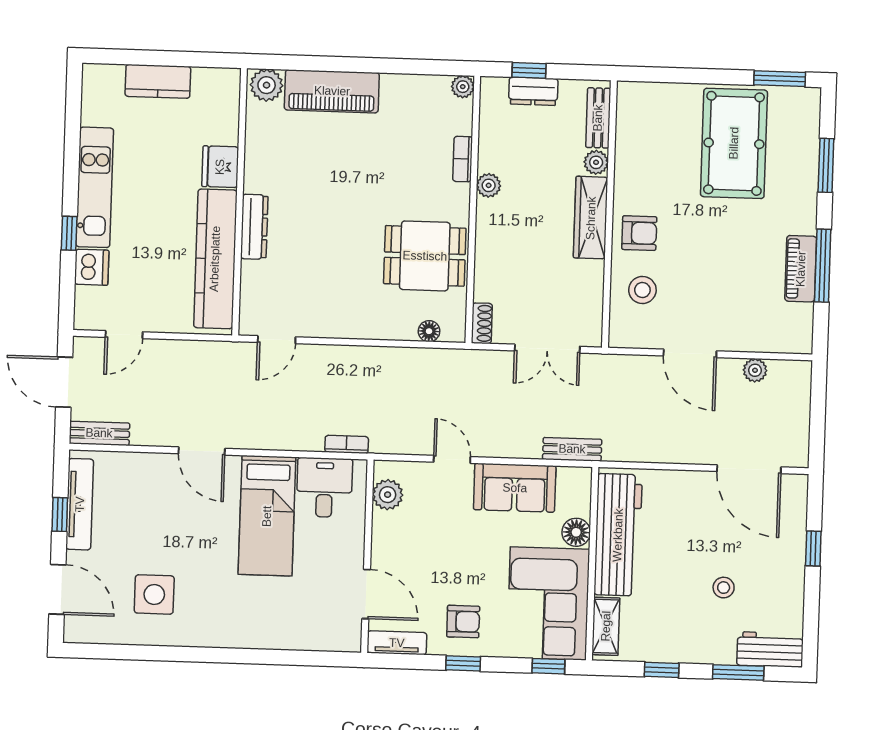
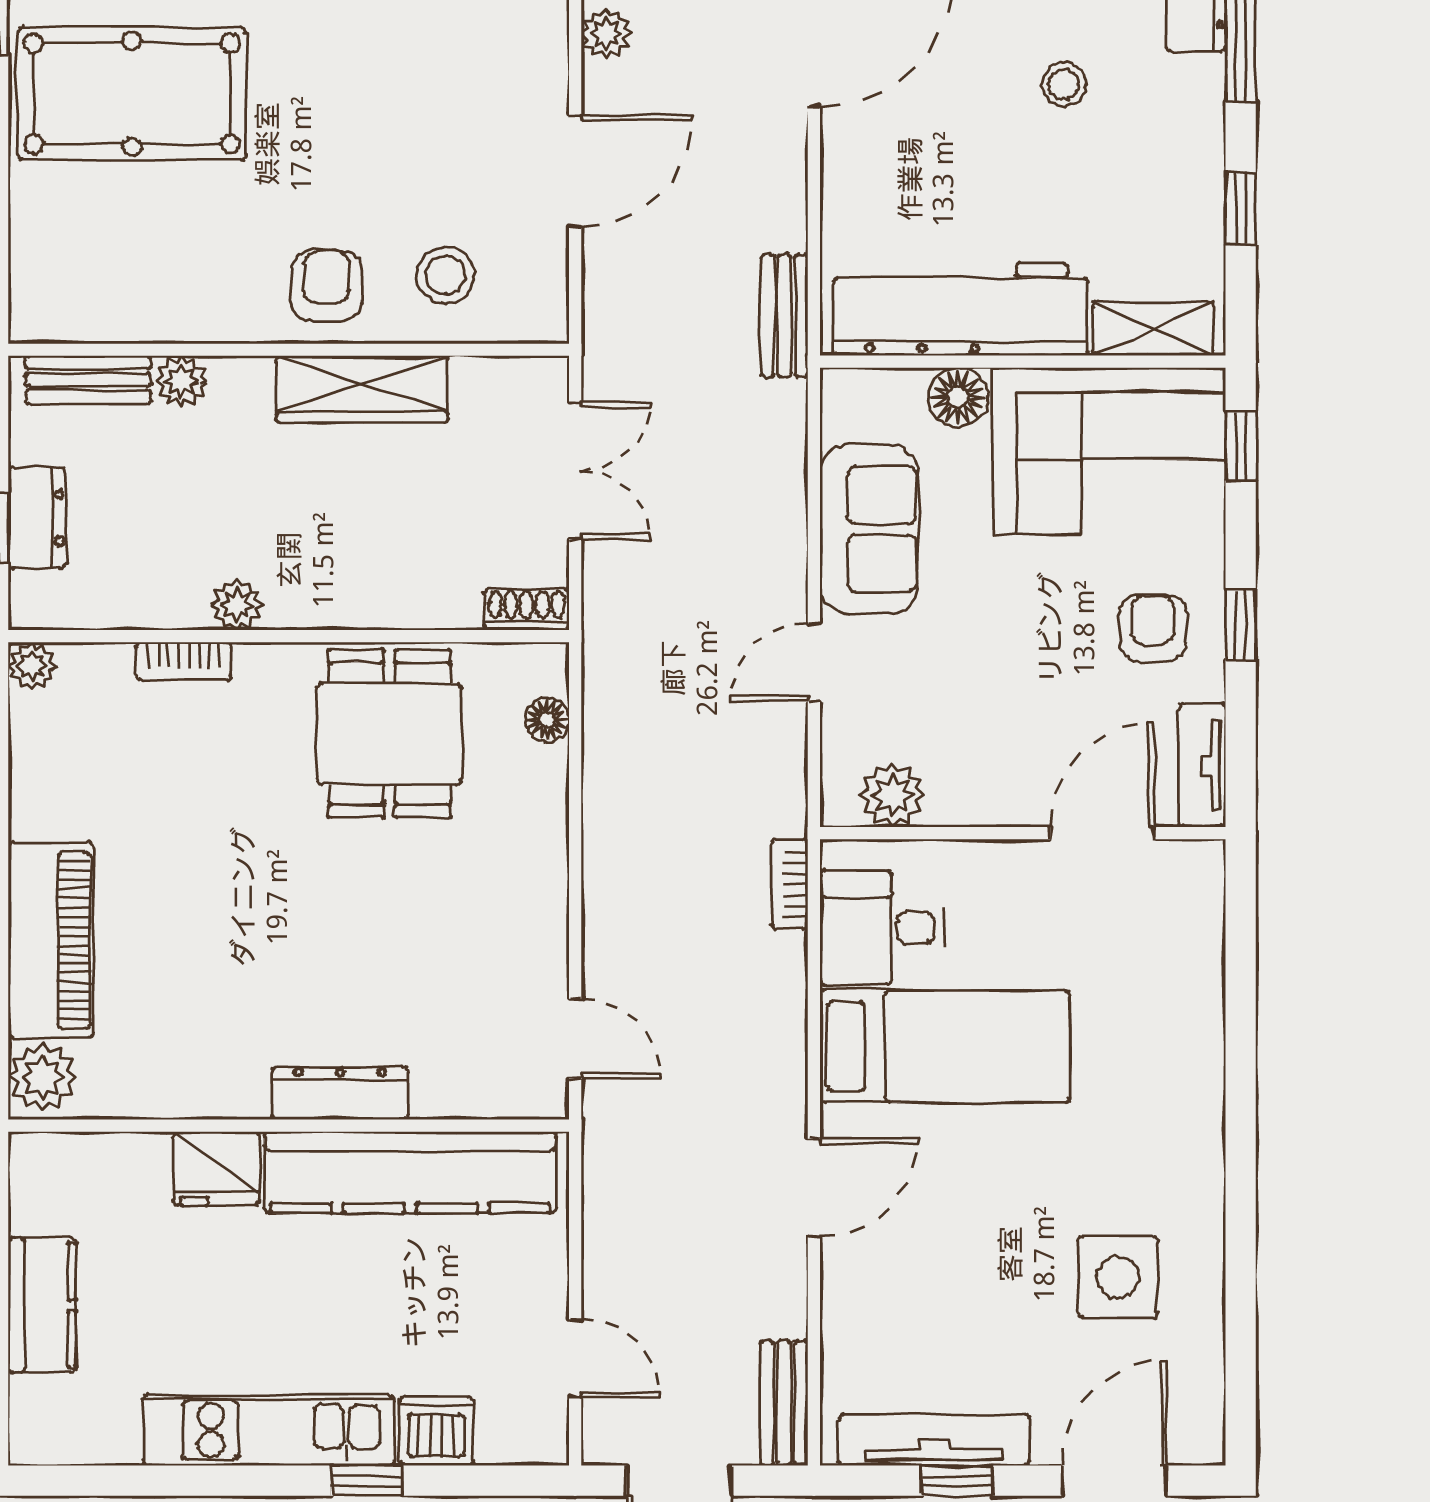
wardrobe: (591, 218) -> (362, 389), moved
bench: (572, 449) -> (785, 316), moved

